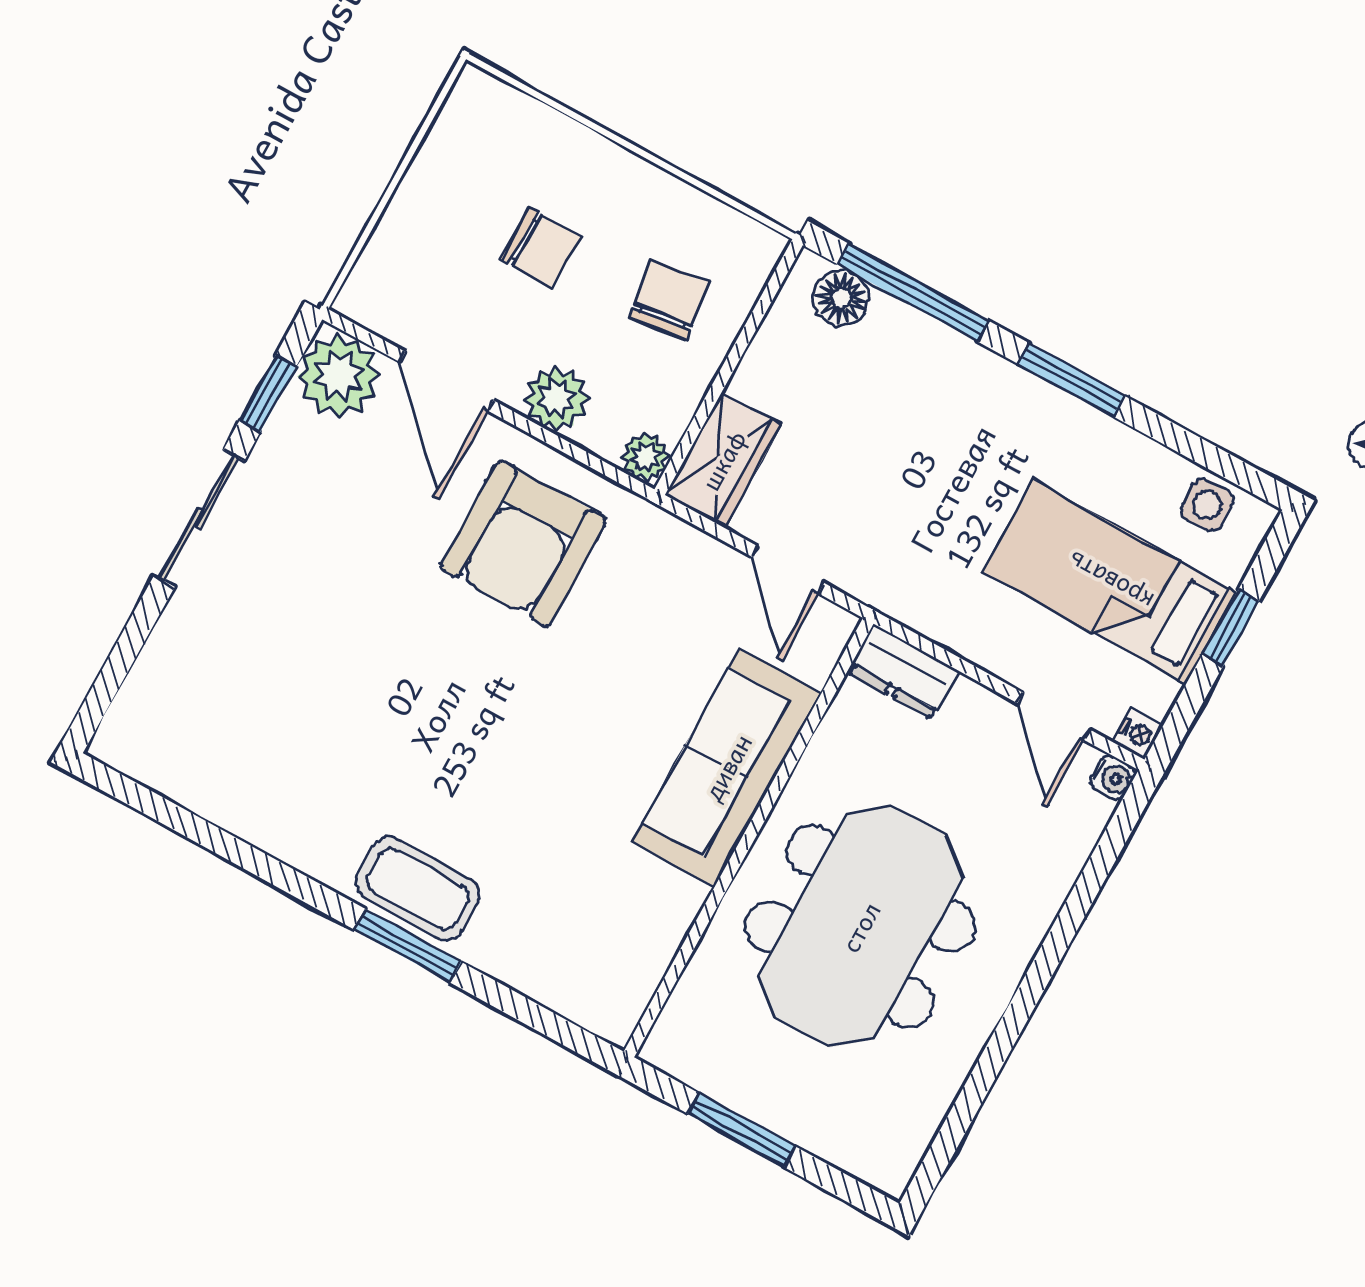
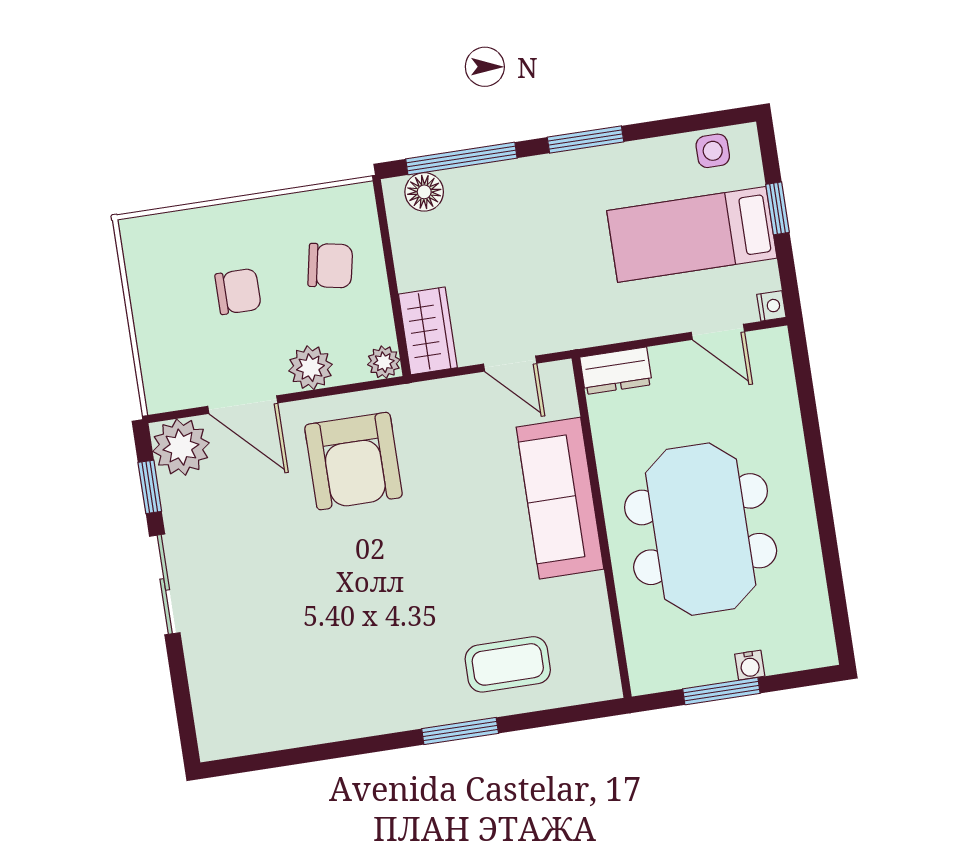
chair: (669, 299) -> (330, 266), turned 109
water cooler: (1113, 778) -> (750, 665), moved, turned 90
coffee table: (418, 889) -> (508, 664), moved

